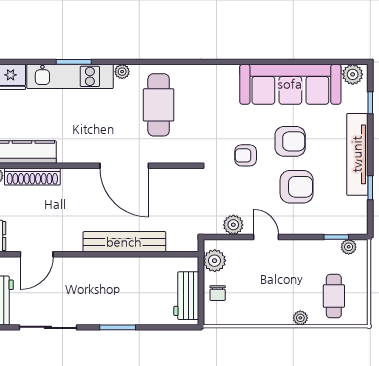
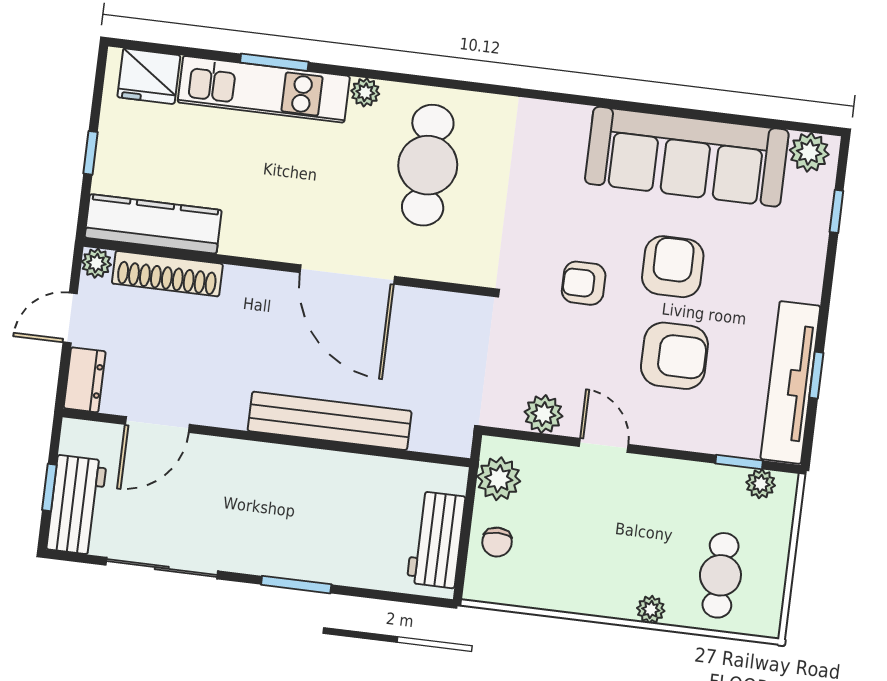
armchair: (290, 141) -> (673, 267), turned -90
tv unit: (357, 154) -> (790, 382), moved

